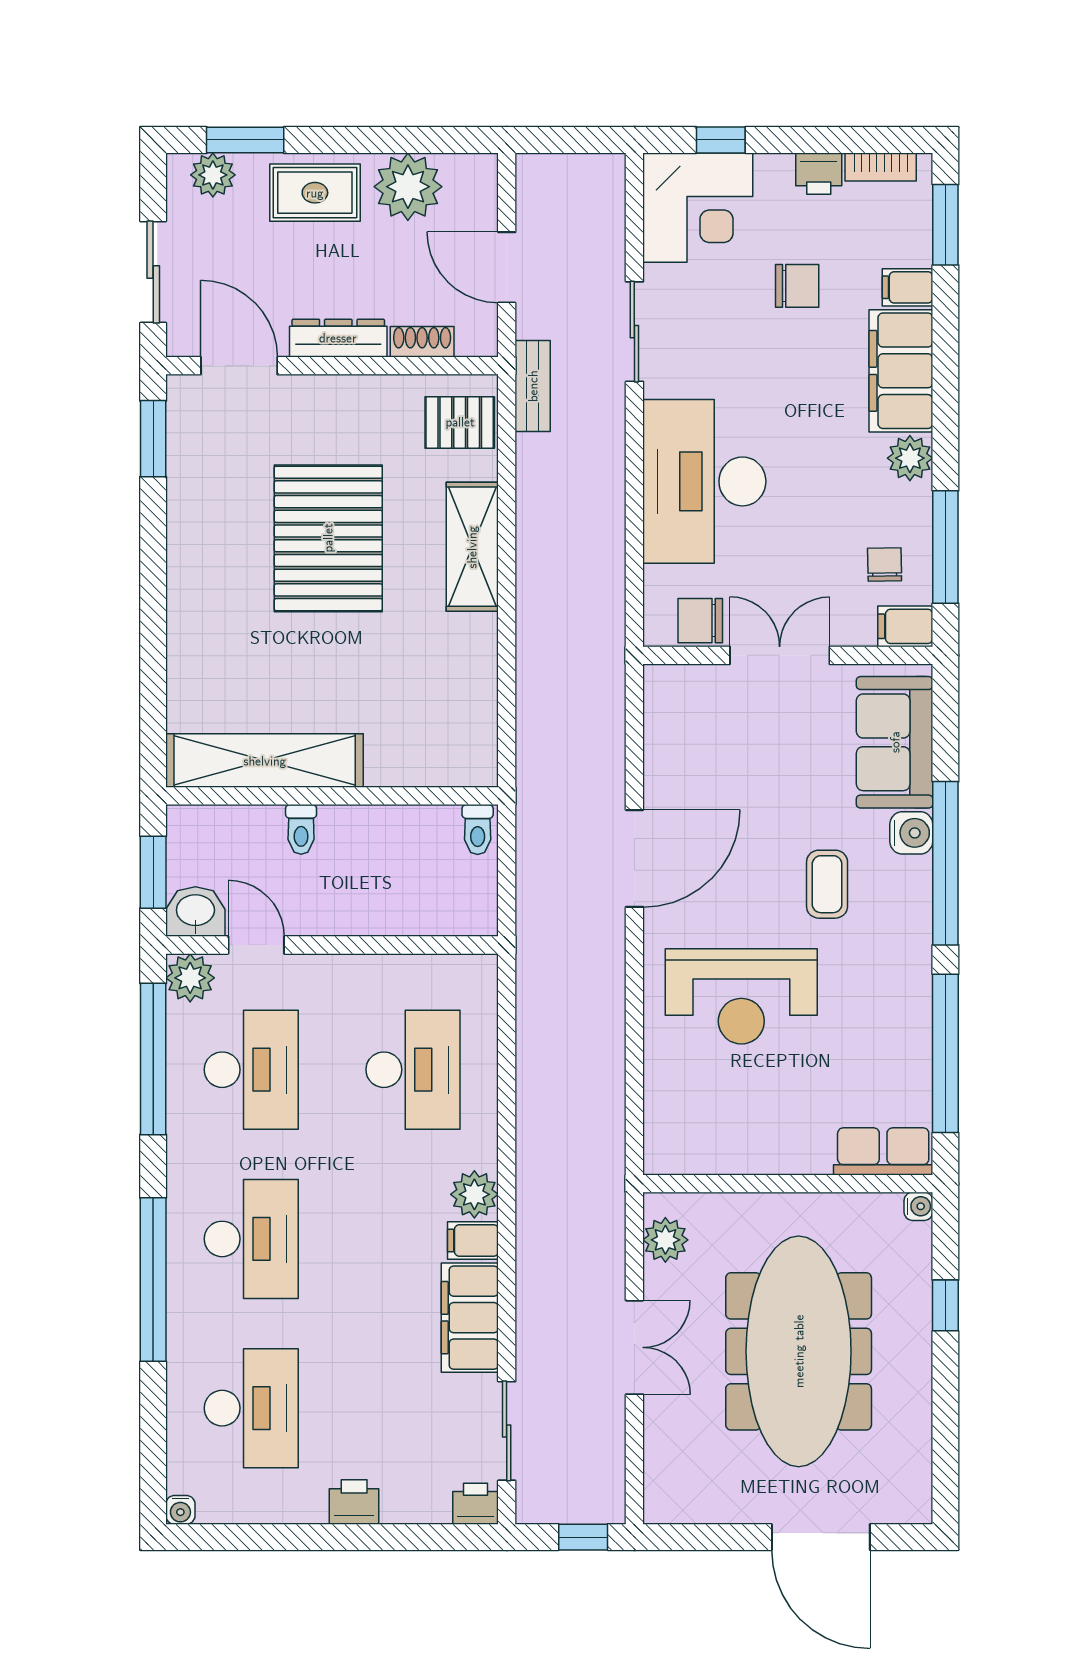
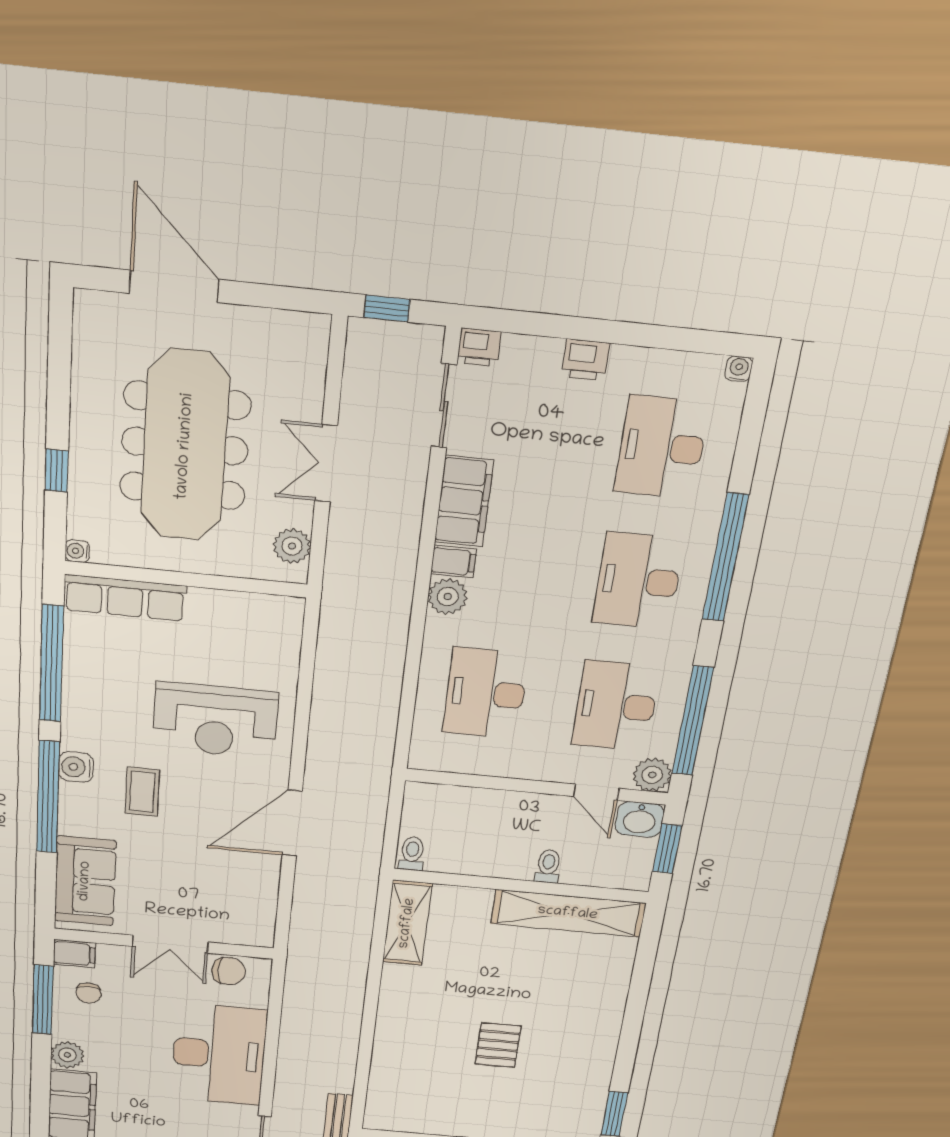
pallet: (460, 422) -> (393, 1104), removed
pallet: (328, 538) -> (498, 1045), width x0.49, depth x0.50
shelving: (472, 547) -> (407, 923), moved
water cooler: (911, 833) -> (76, 767), moved
reception desk: (741, 996) -> (215, 720), turned 180
row of seats: (883, 1151) -> (125, 598), width x1.48

